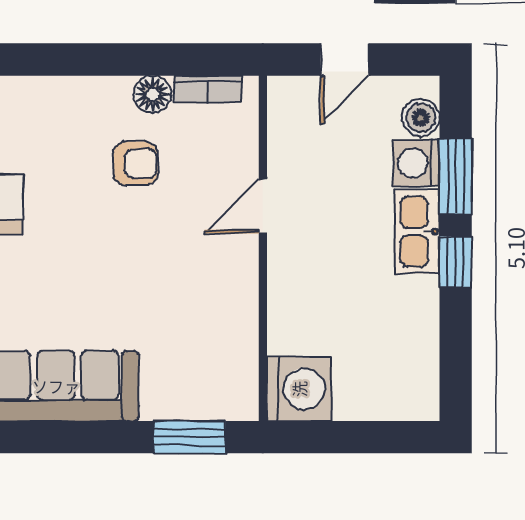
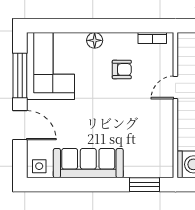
floor lamp: (152, 94) -> (95, 40), moved

